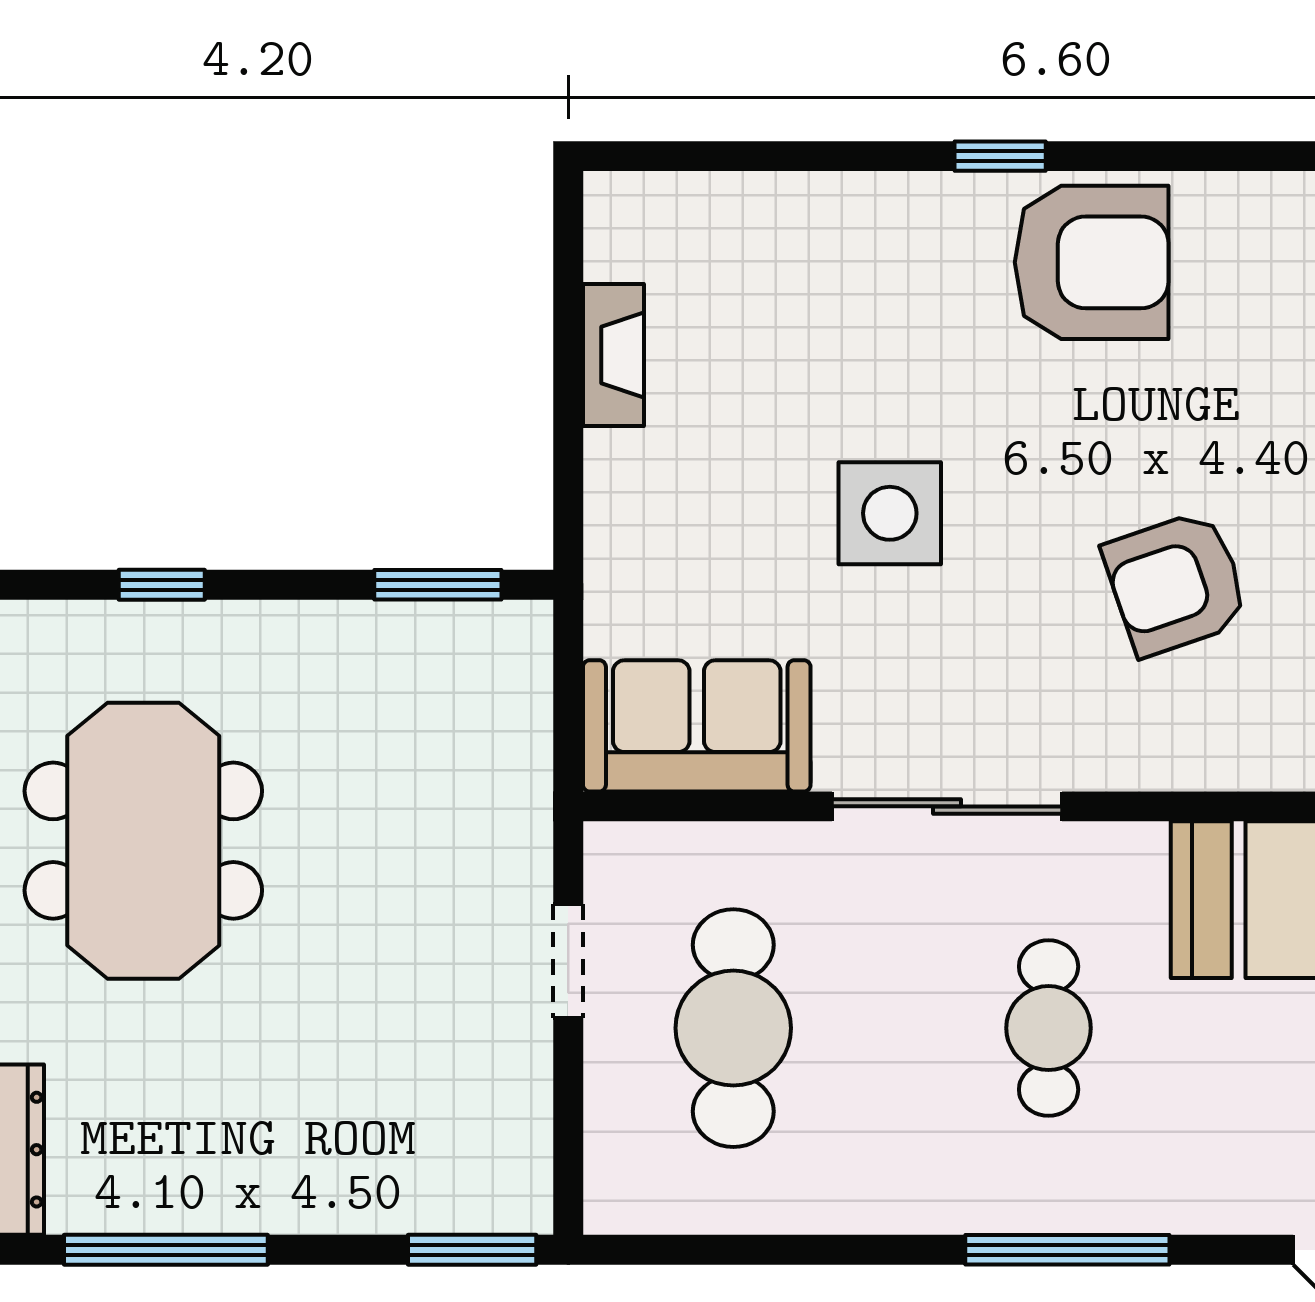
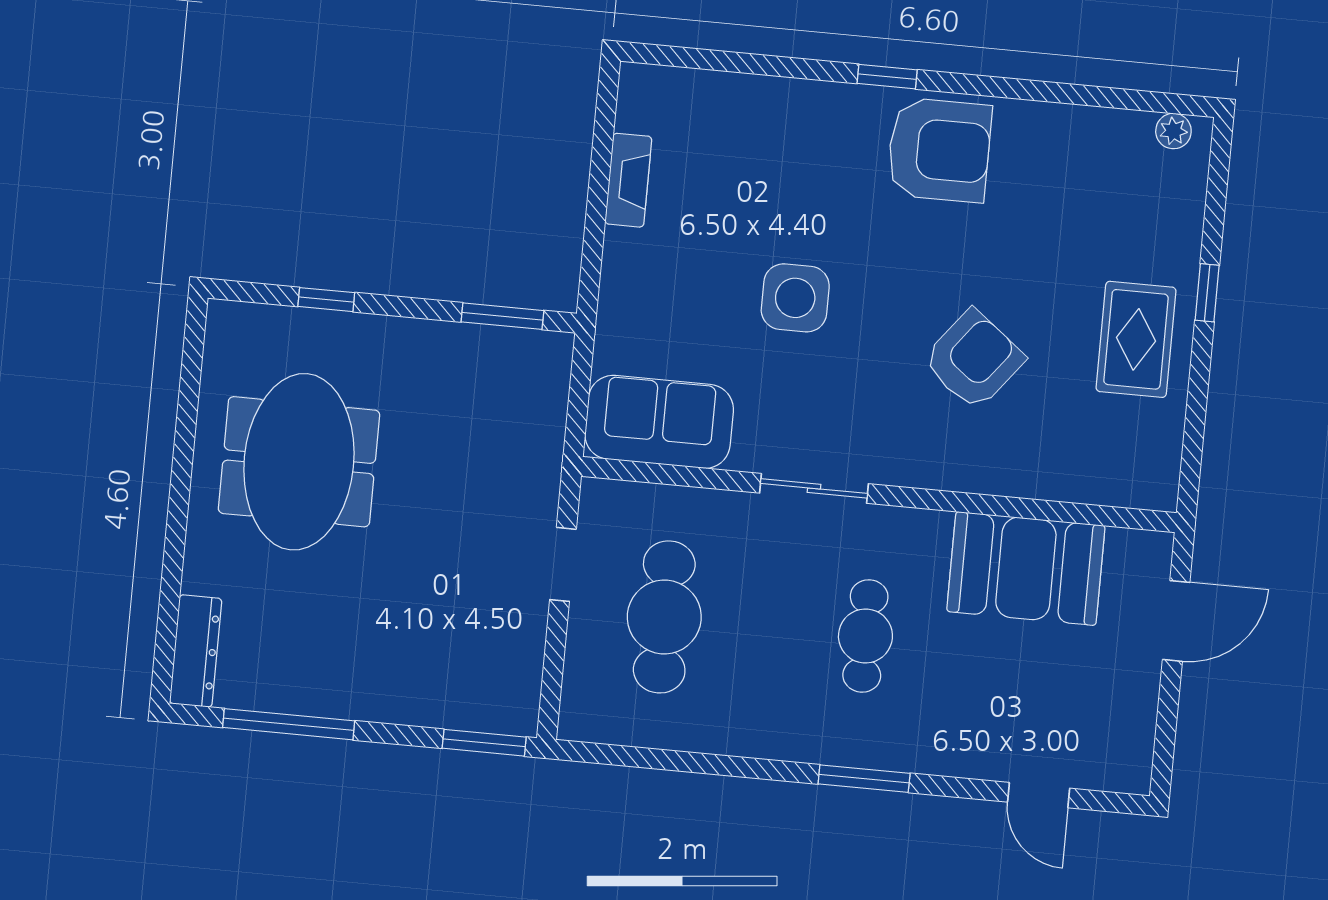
armchair: (1176, 583) -> (974, 360), turned 147
sliding door: (947, 806) -> (814, 488), width x0.73
window: (1067, 1250) -> (864, 779), width x0.69

